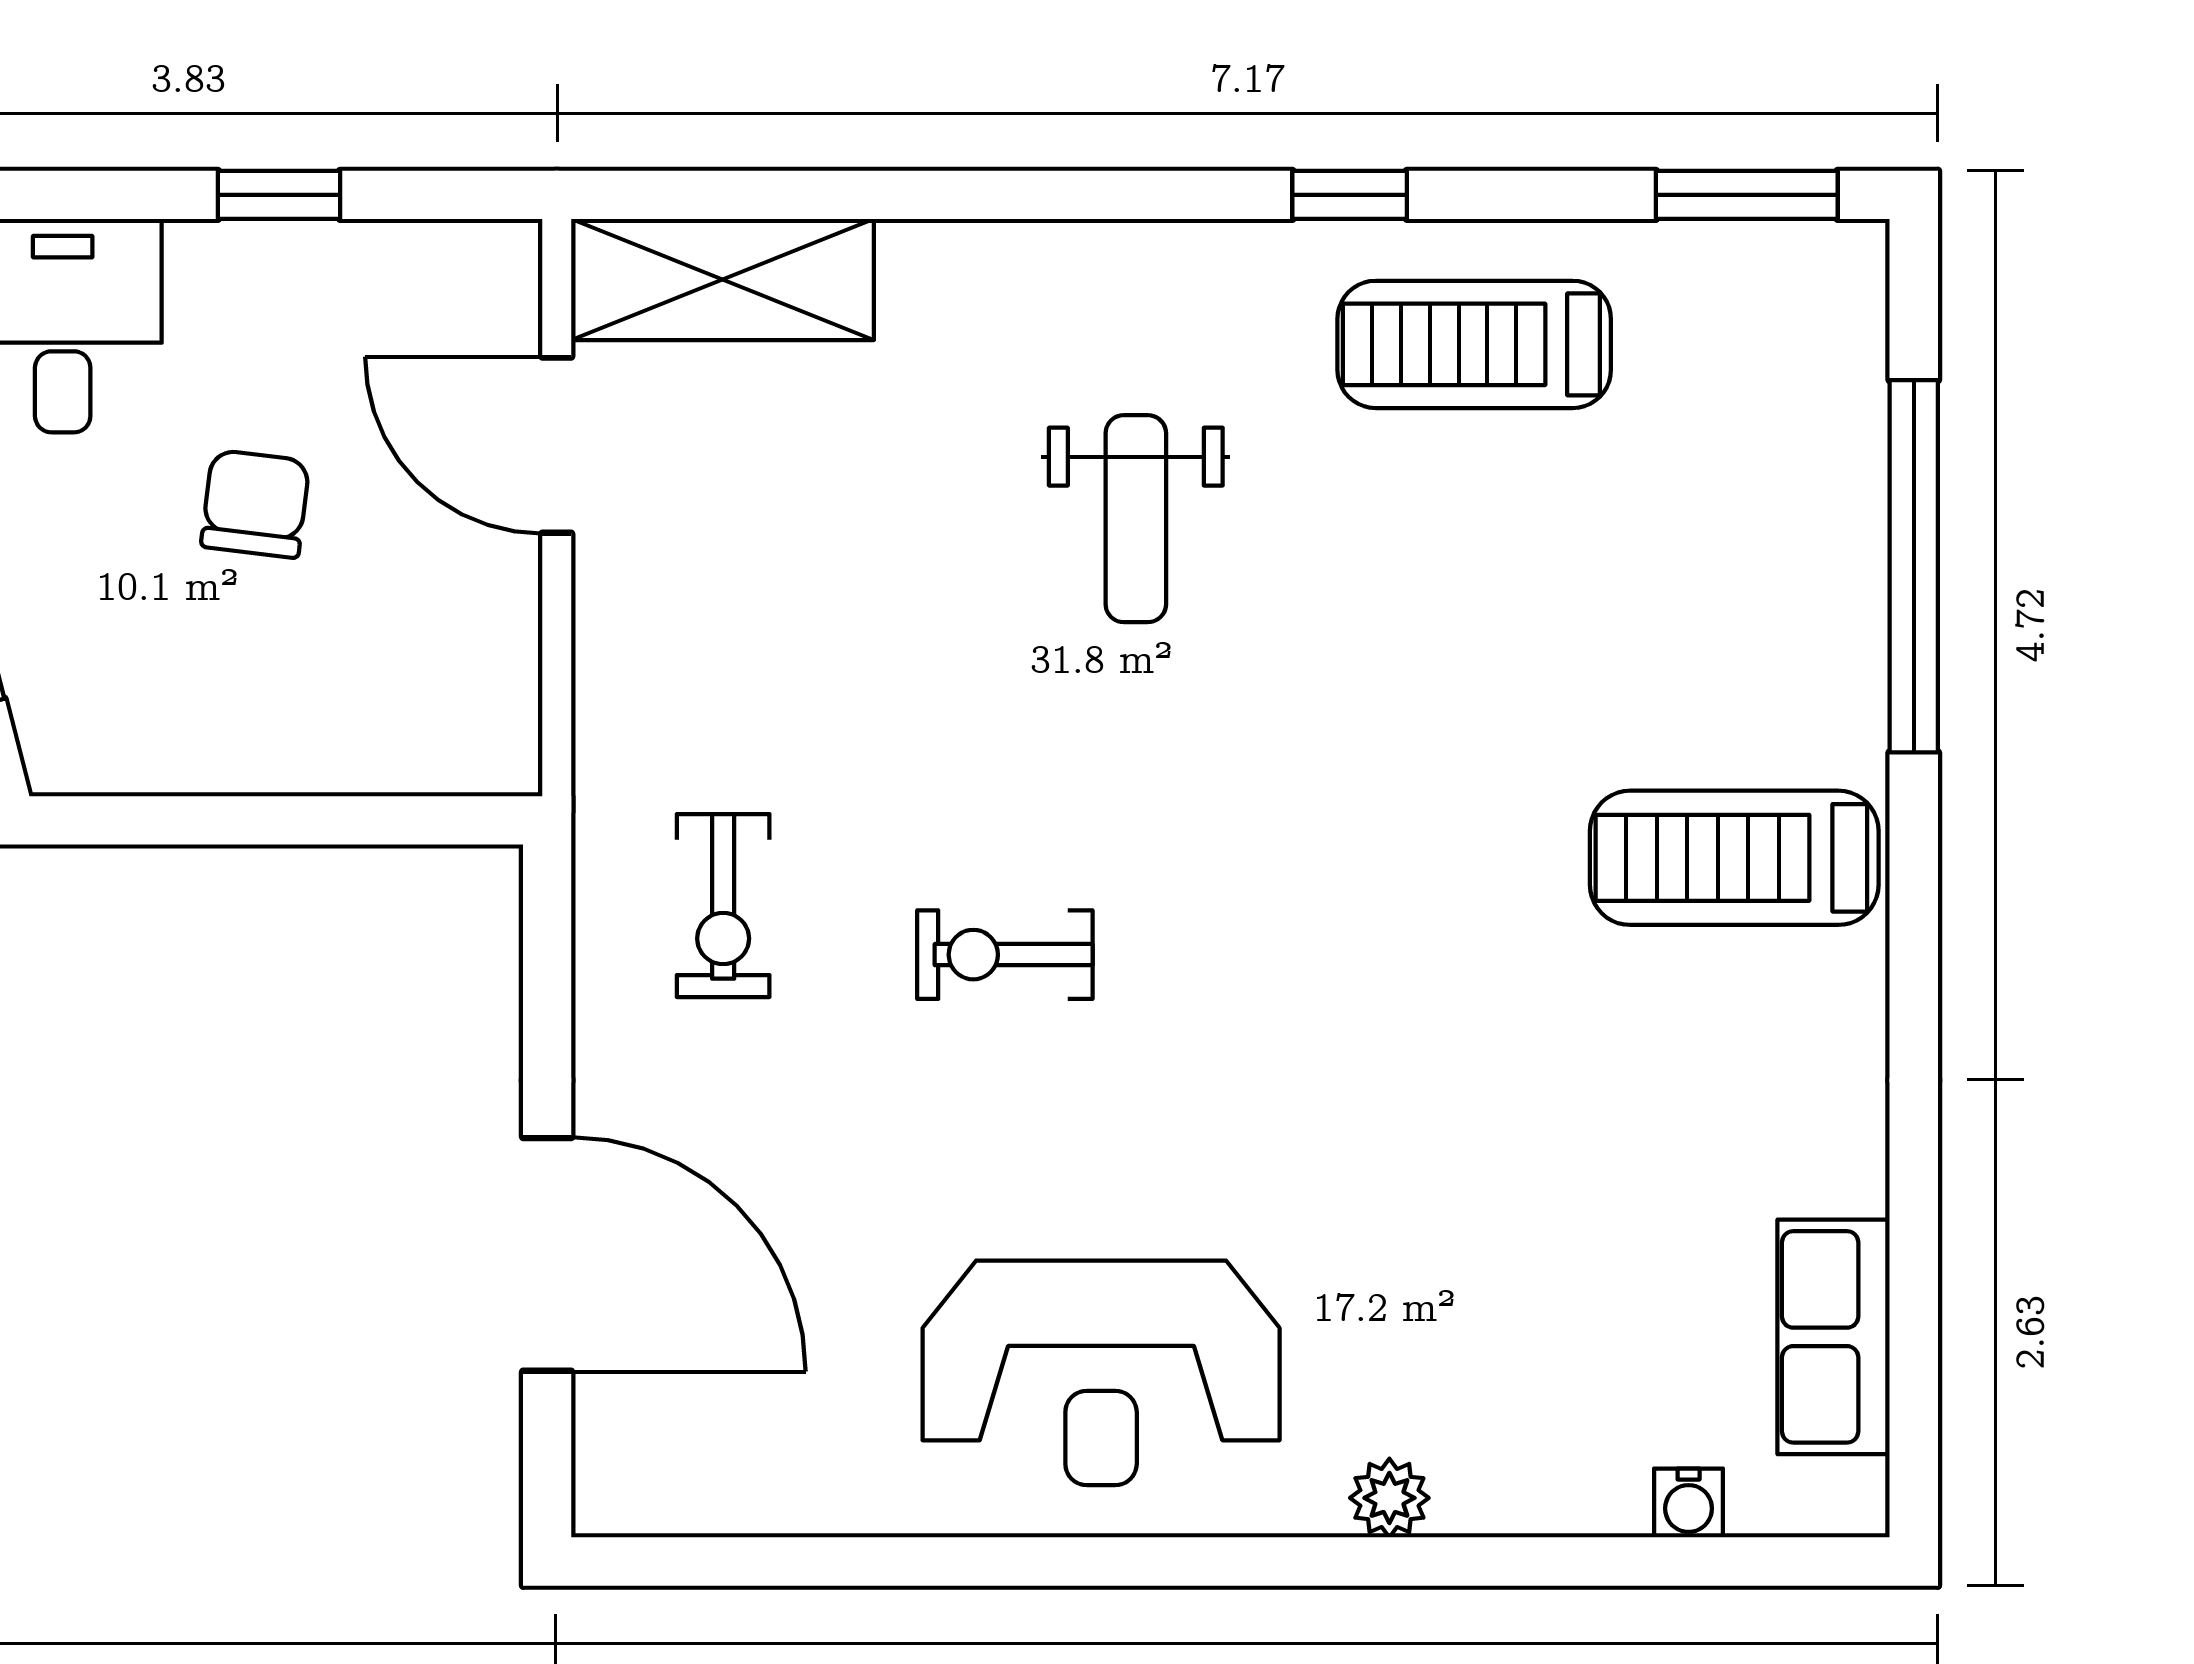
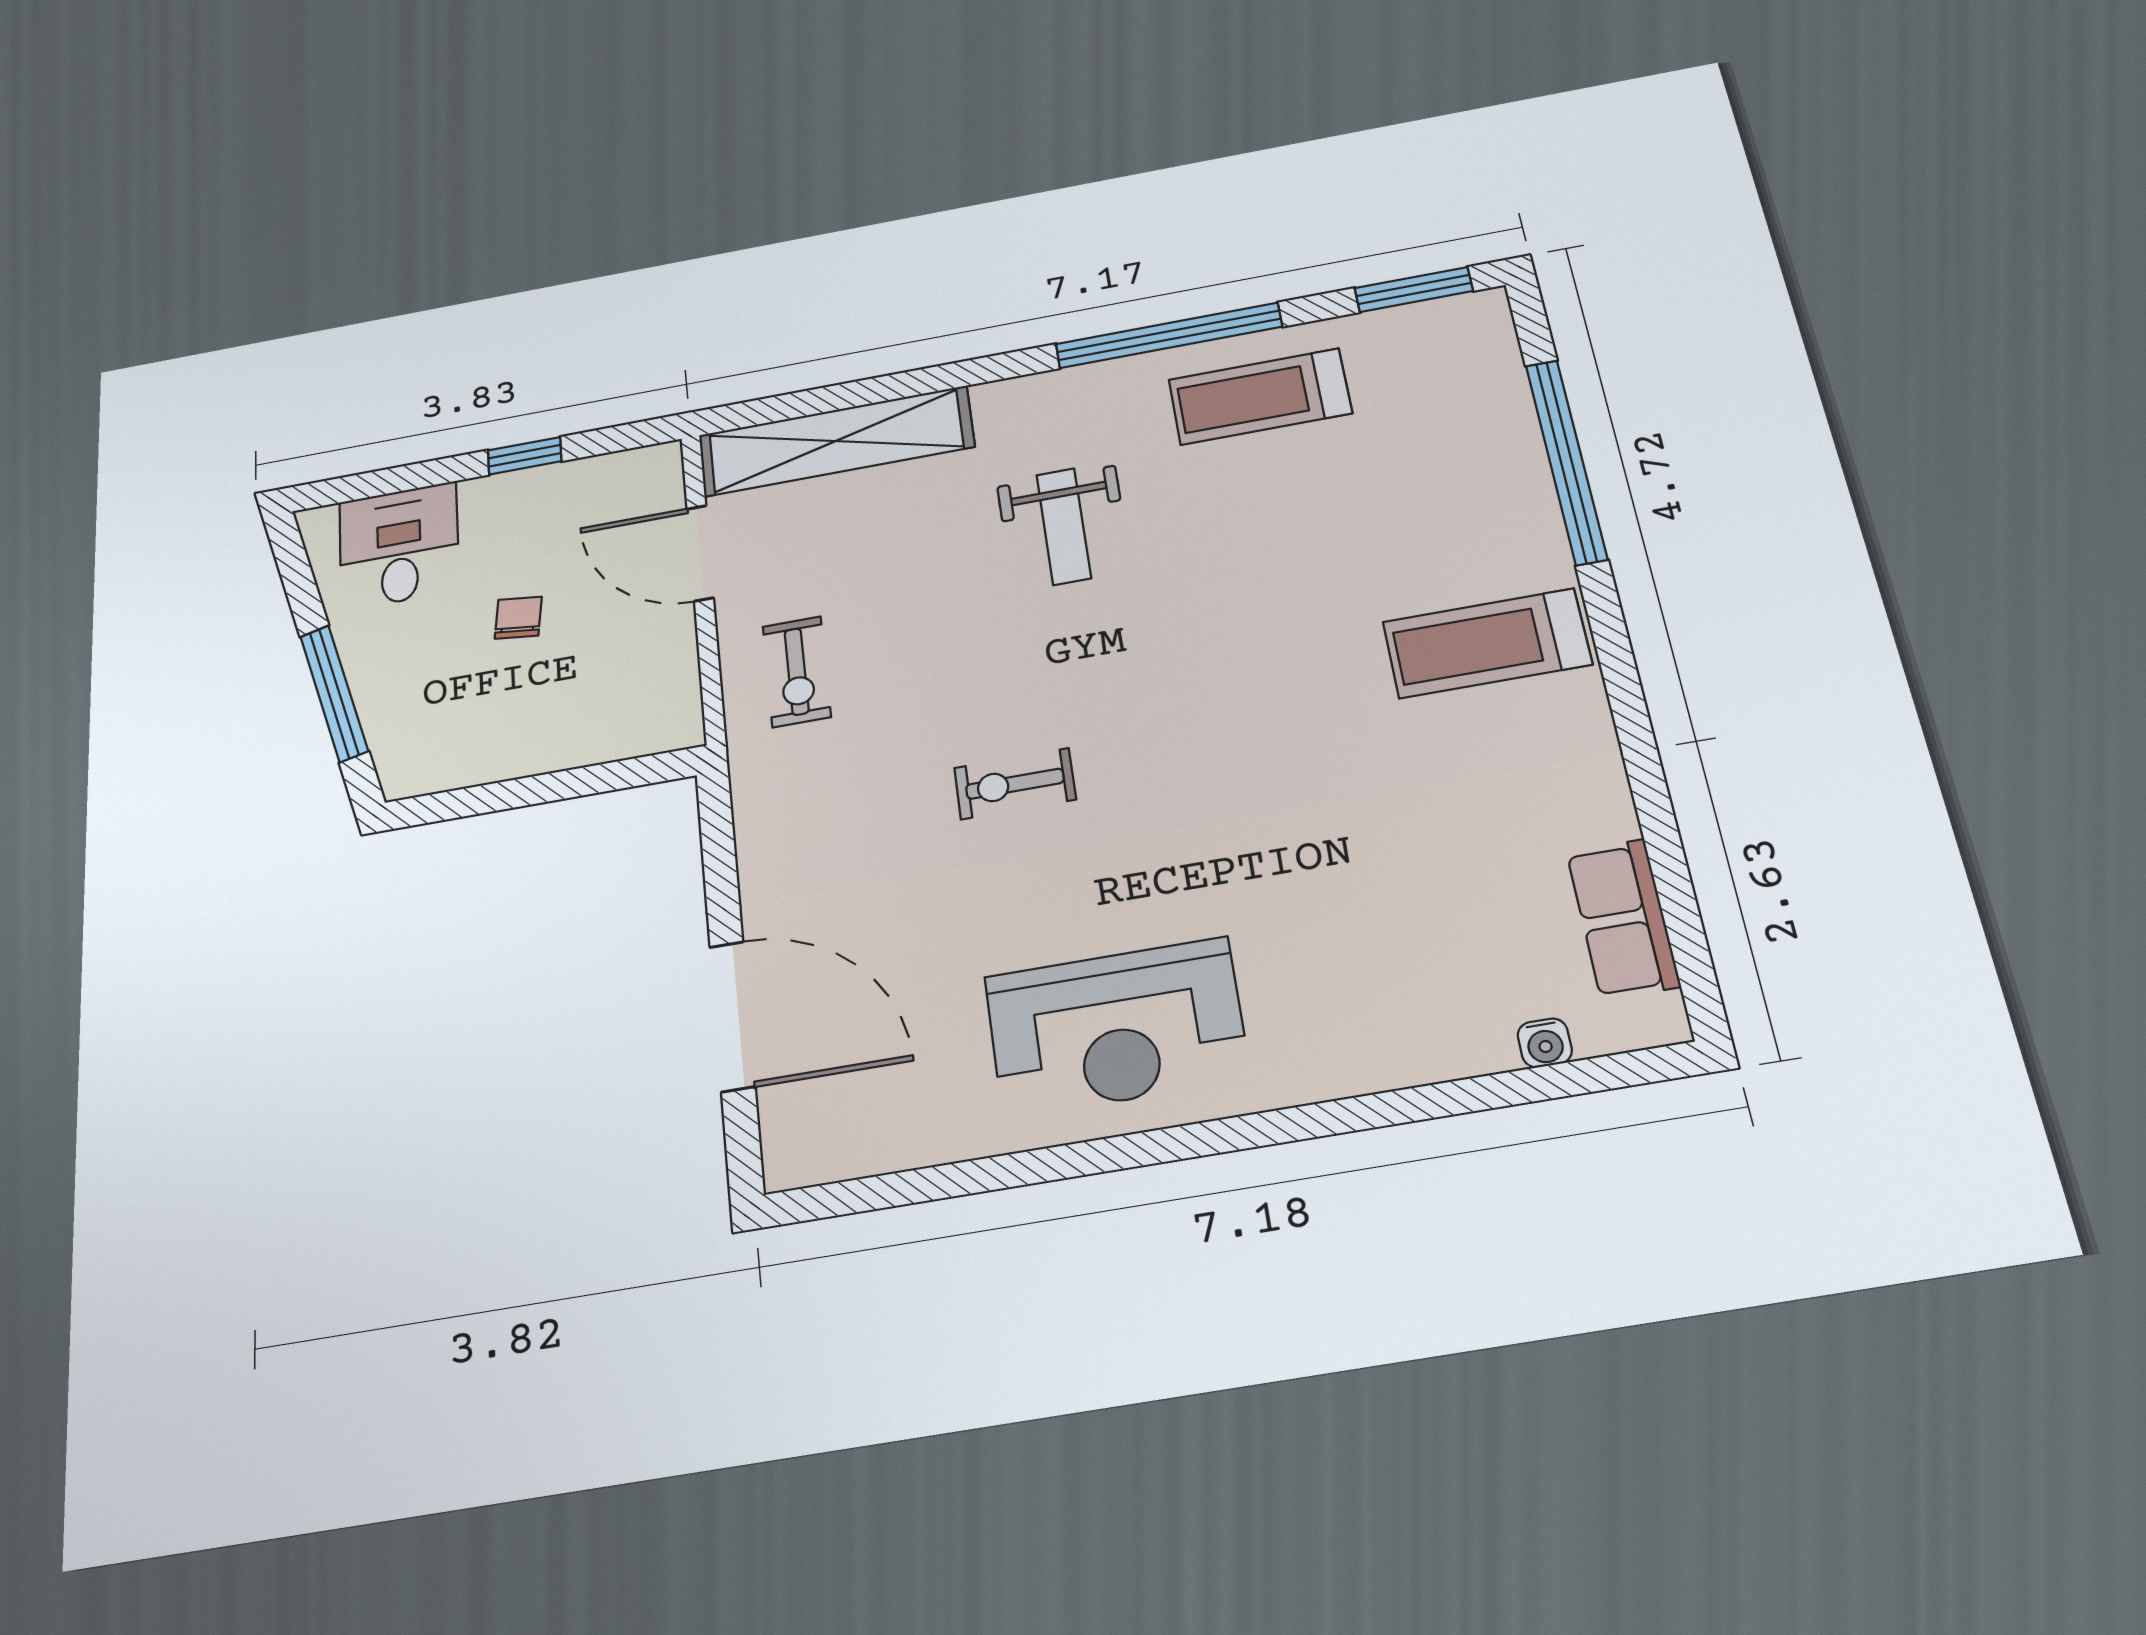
window: (1350, 195) -> (1169, 335), width x3.17
shelving: (723, 279) -> (836, 441), width x1.47
chair: (255, 504) -> (518, 618), width x0.73, depth x0.73
exercise bike: (723, 906) -> (797, 672), moved
plant: (1389, 1498) -> (1331, 1075), removed

